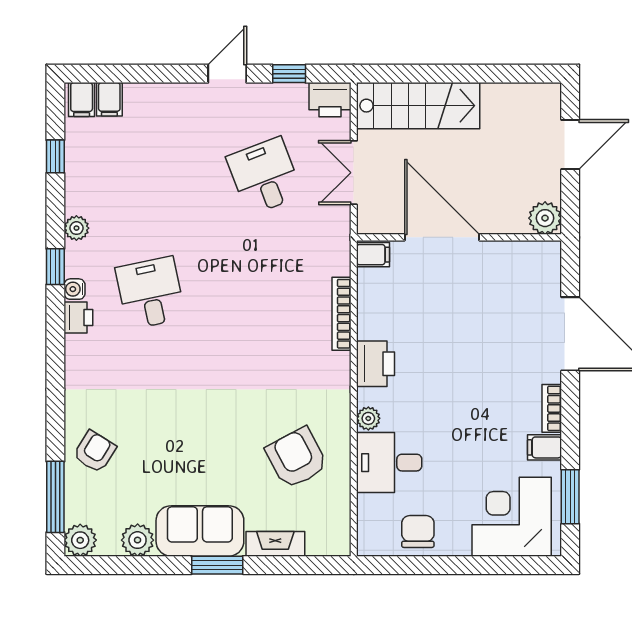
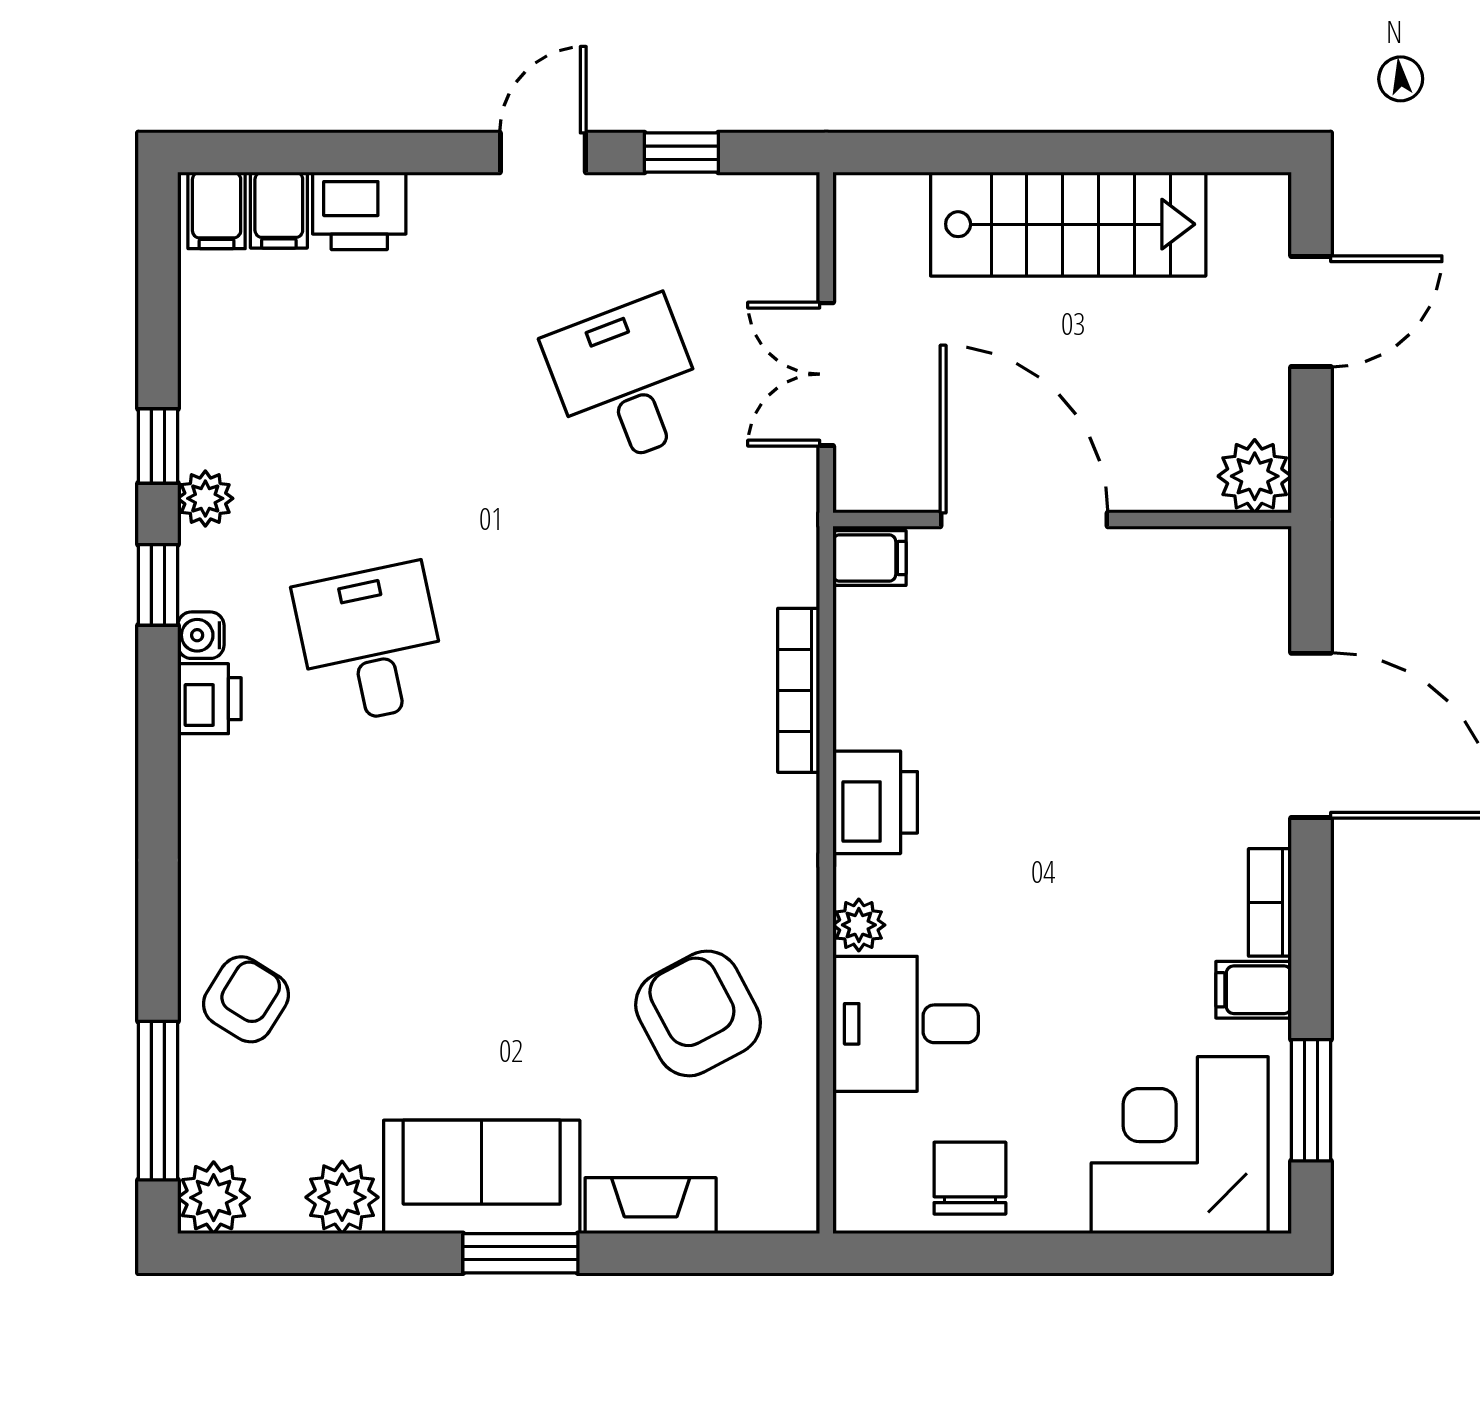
printer: (330, 100) -> (359, 211), moved
stairs: (418, 106) -> (1068, 224), moved
window: (55, 156) -> (158, 446), moved

